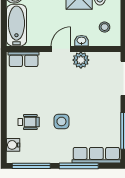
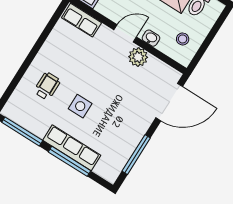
wheelchair: (29, 122) -> (47, 86), turned -90
water cooler: (13, 145) -> (17, 99), removed
row of seats: (96, 155) -> (72, 148), moved

